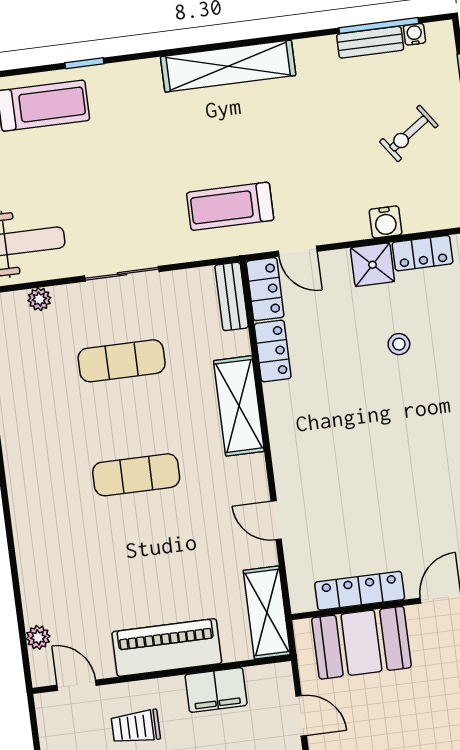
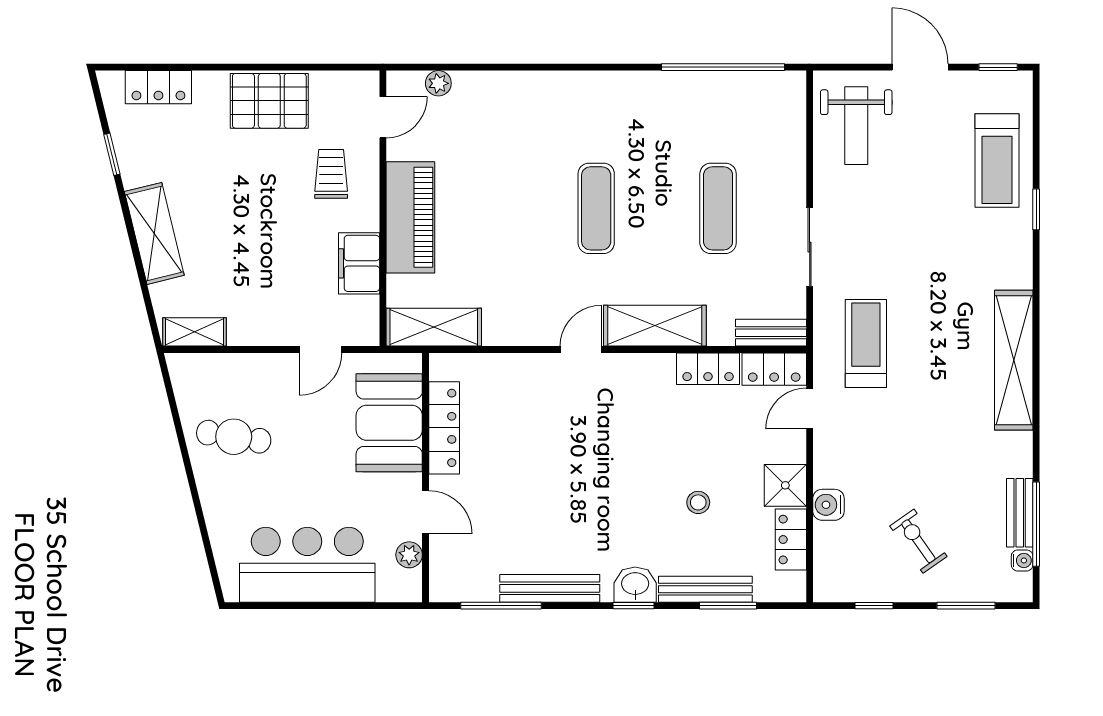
sliding door: (122, 274) -> (810, 247), moved
plant: (39, 299) -> (794, 130), removed
door: (276, 520) -> (581, 350), moved

